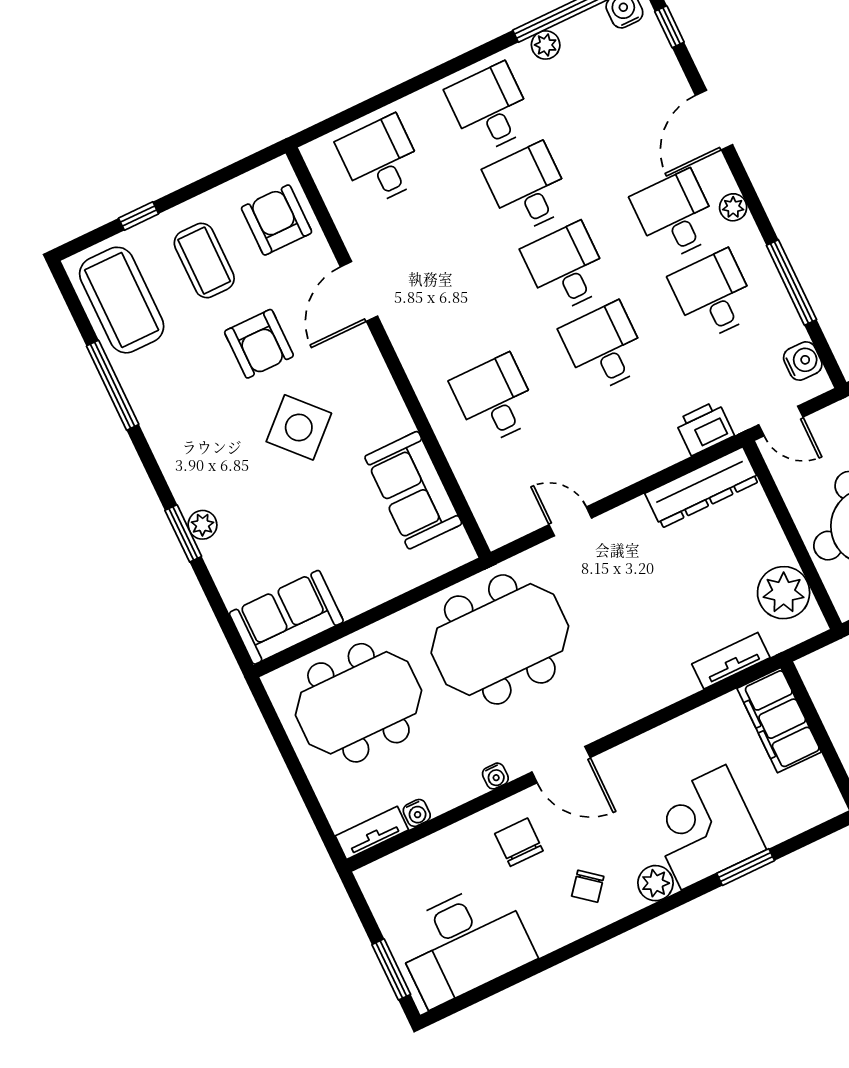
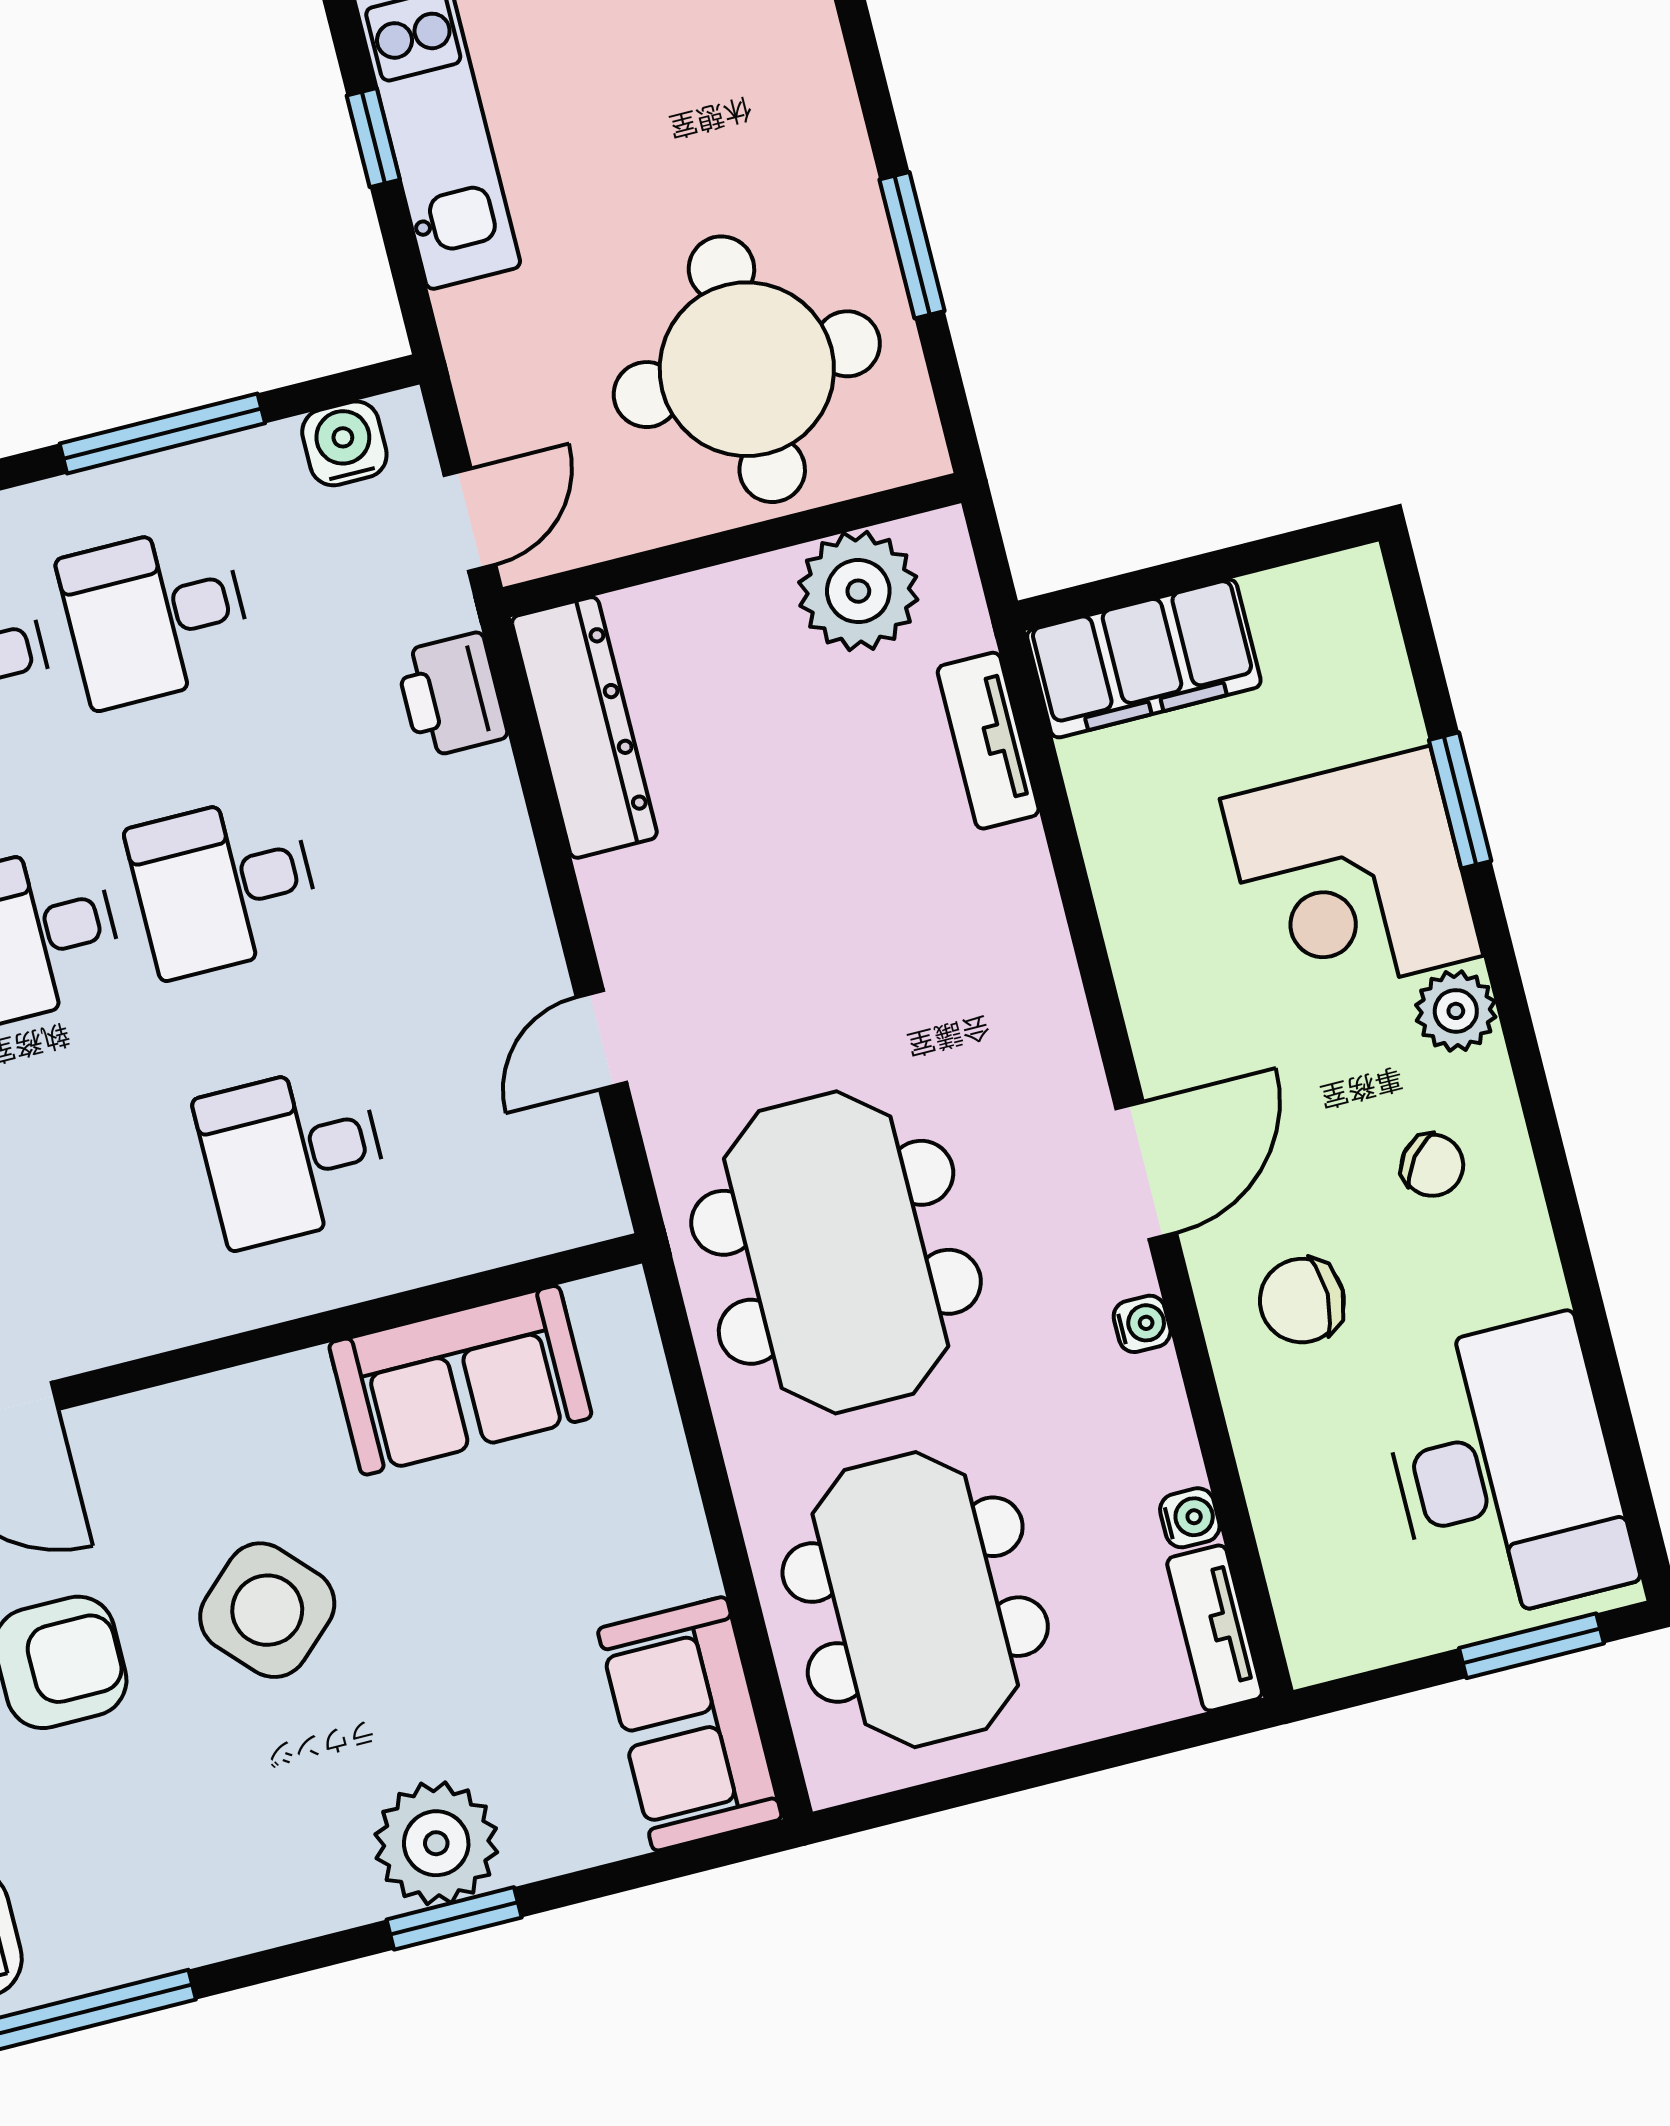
plant: (203, 525) -> (436, 1843), width x1.88, depth x1.88

